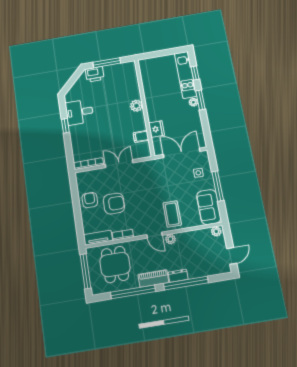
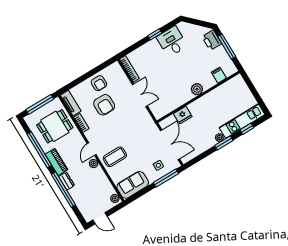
filing cabinet: (141, 136) -> (219, 75), moved
window: (218, 186) -> (166, 178), moved
armchair: (90, 200) -> (99, 83), turned 90

